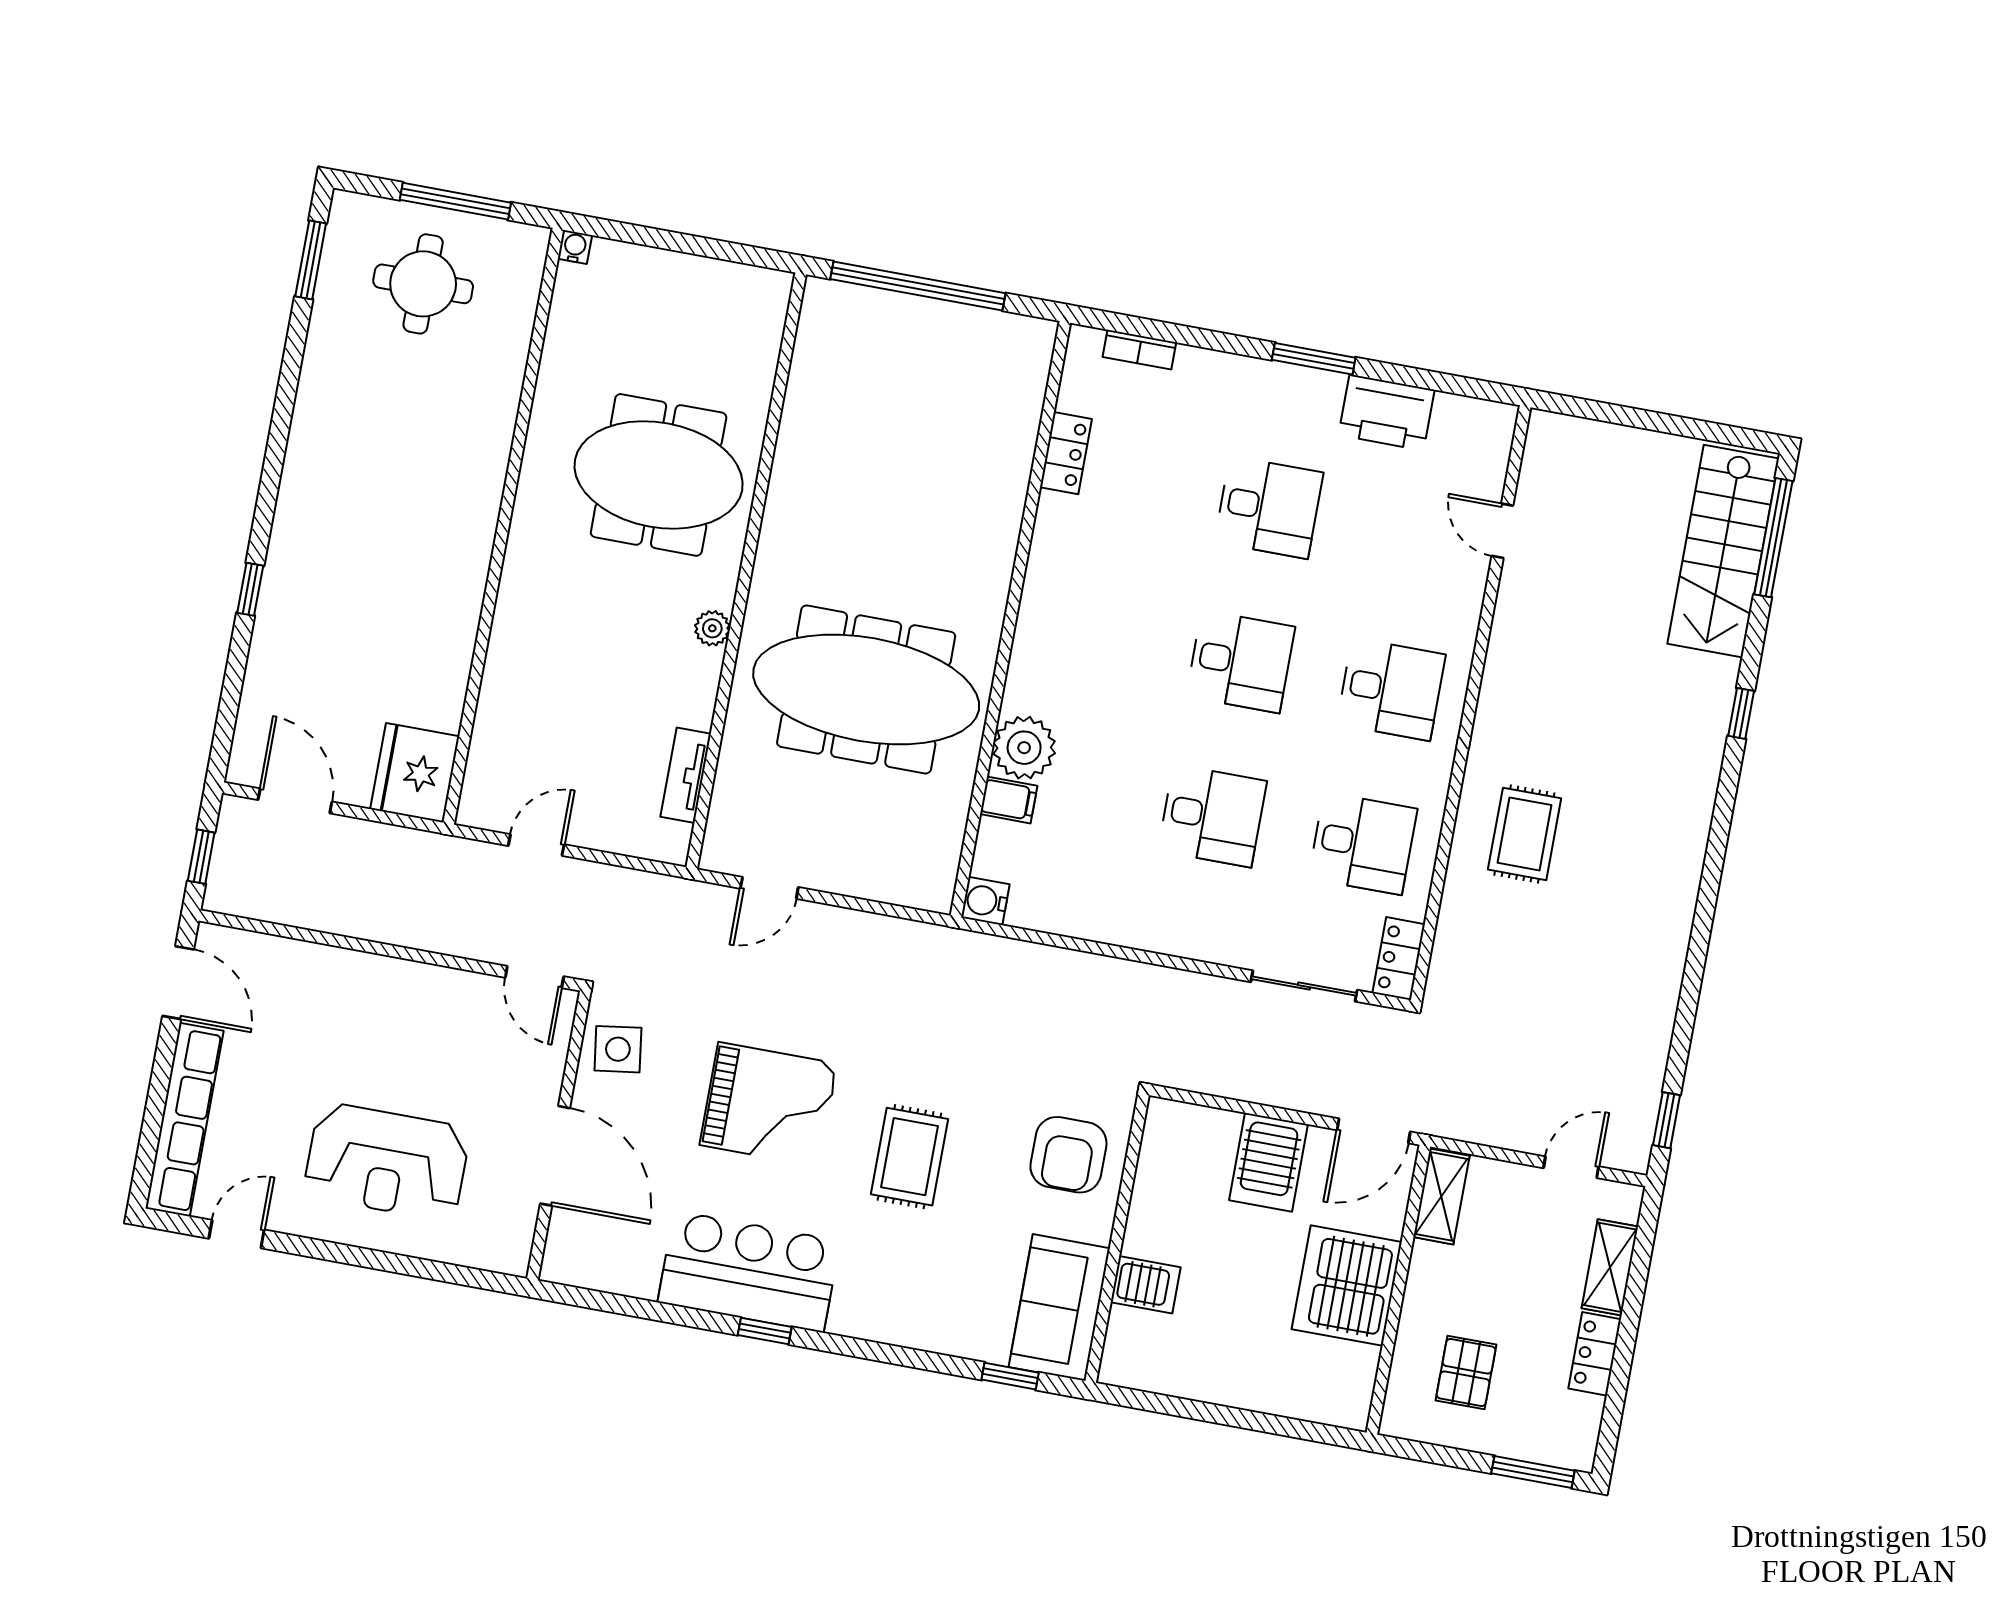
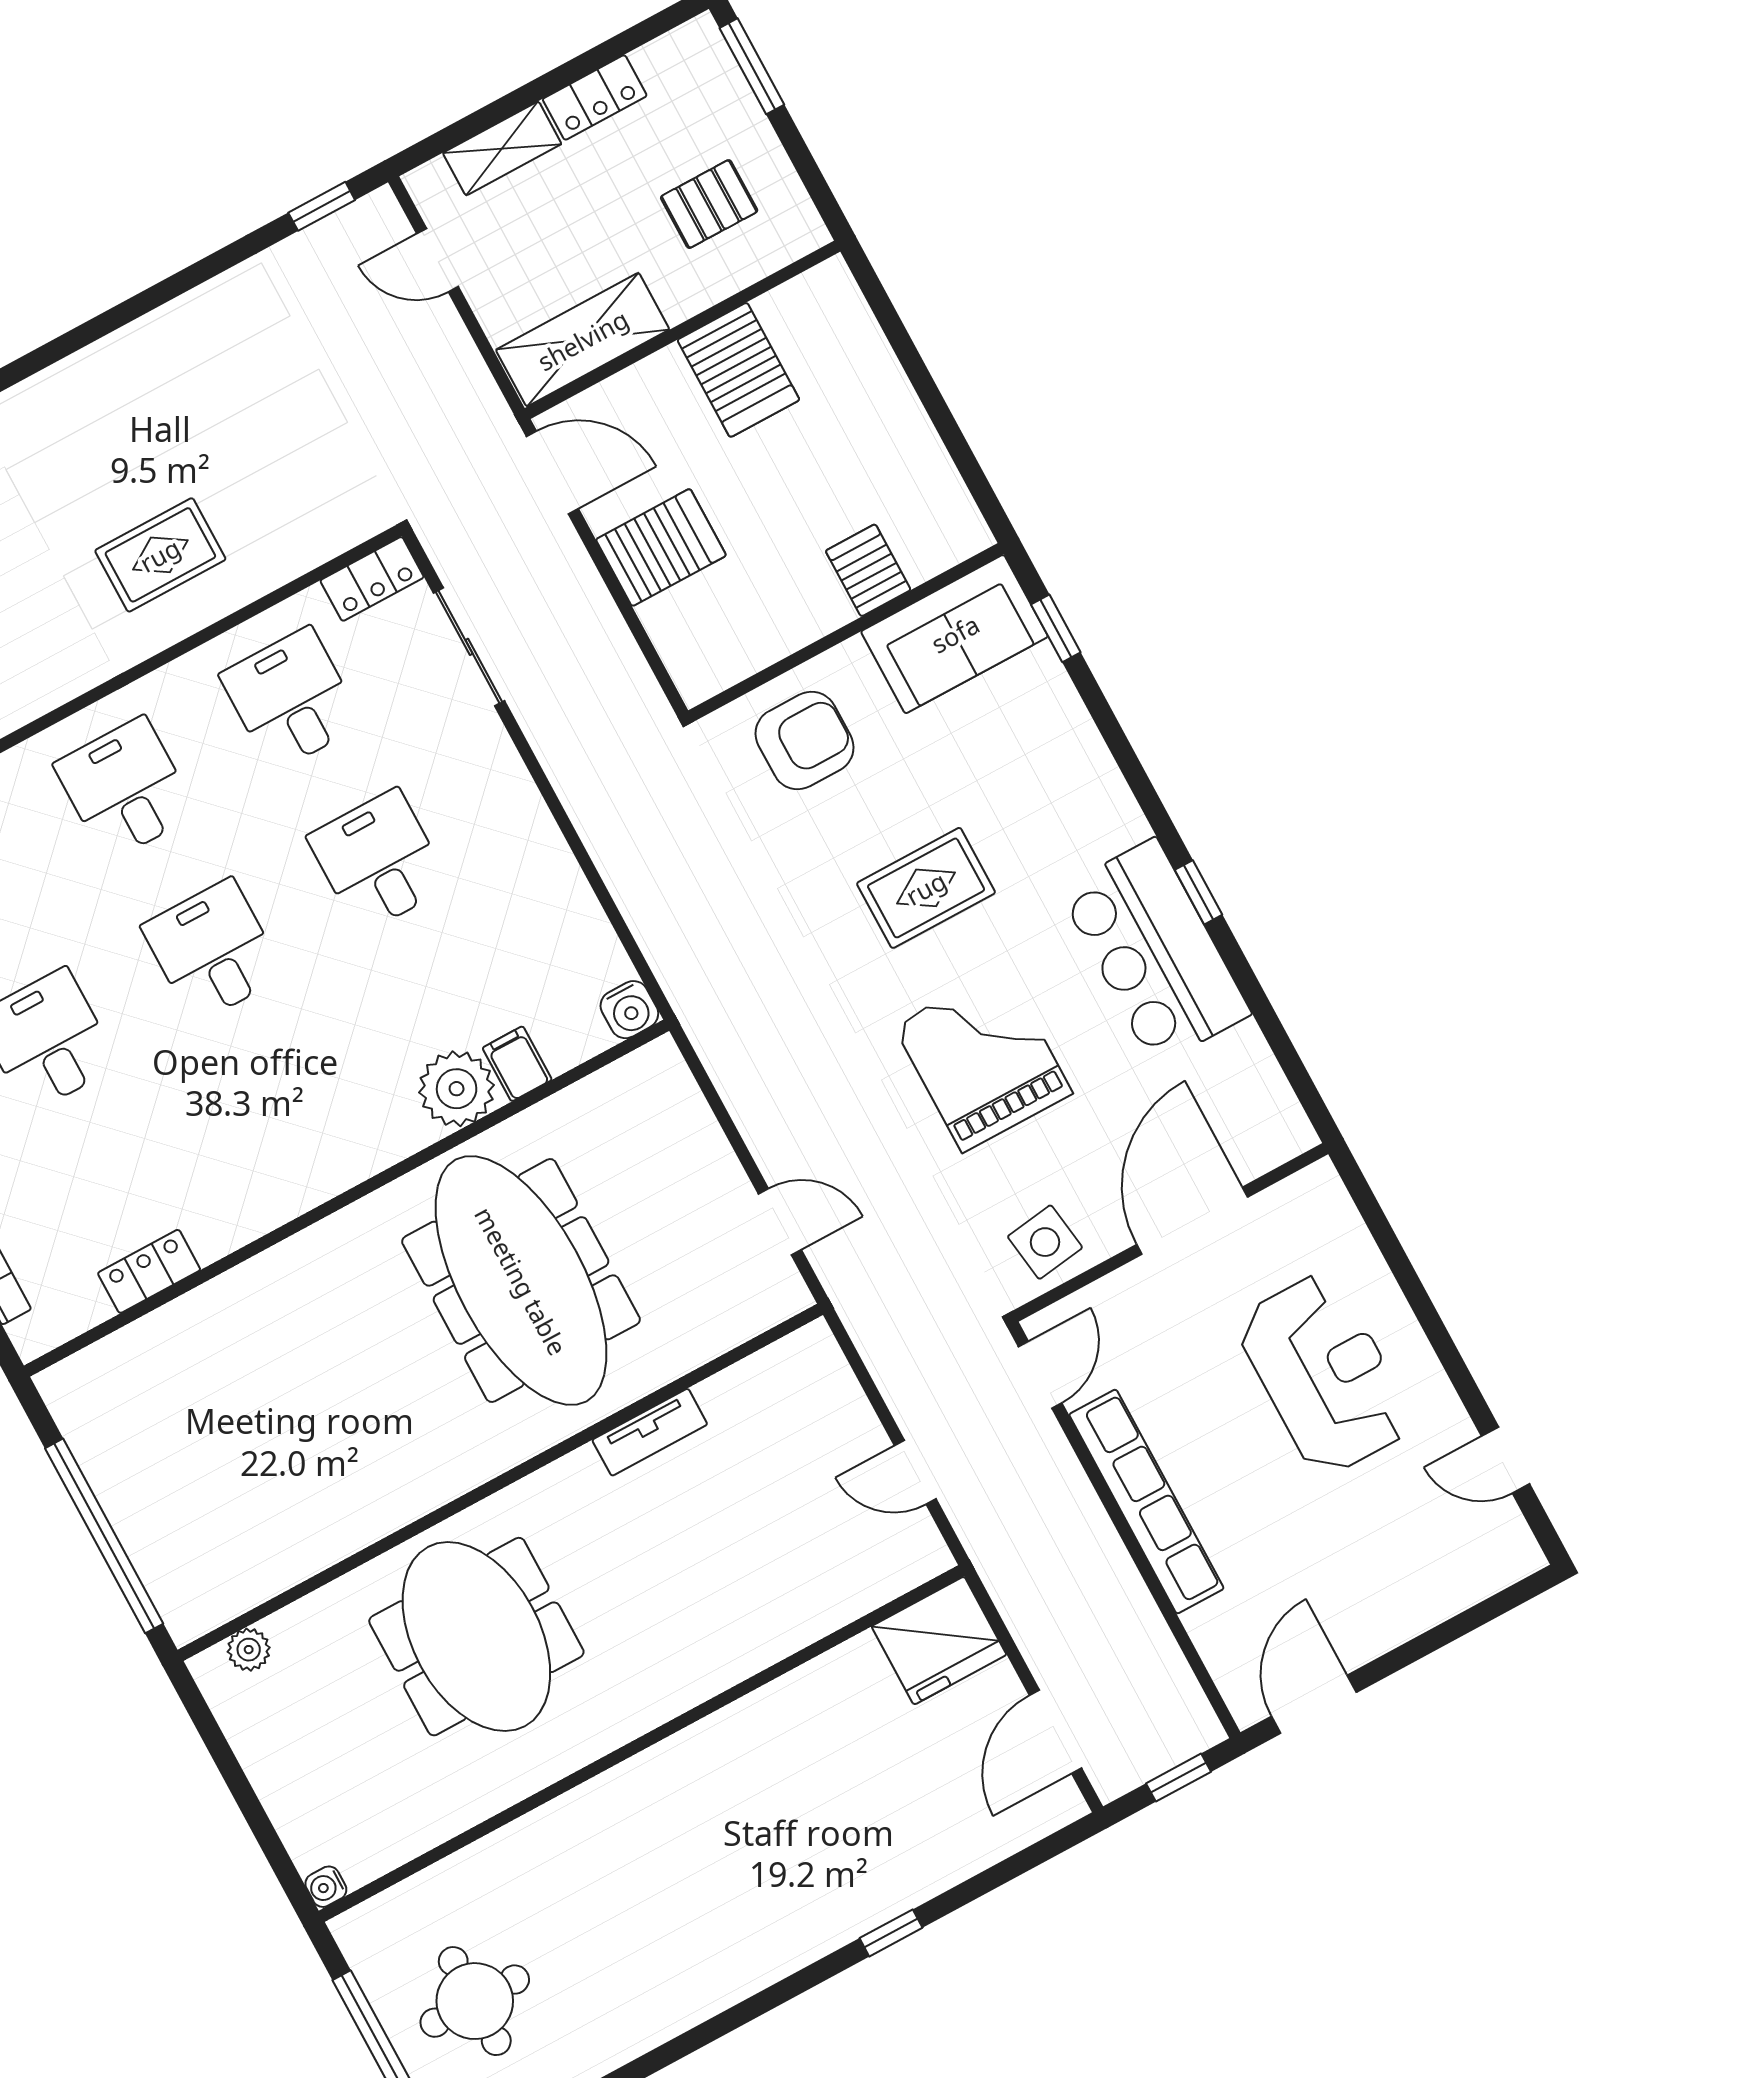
plant: (712, 628) -> (249, 1650), moved
tv unit: (686, 775) -> (650, 1432), moved
row of seats: (185, 1120) -> (1146, 1502), moved, turned 90
shelving: (1441, 1196) -> (583, 340), width x1.50, depth x1.33
server rack: (1347, 1286) -> (738, 370), width x0.63

